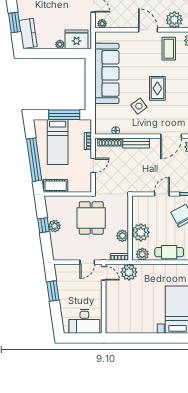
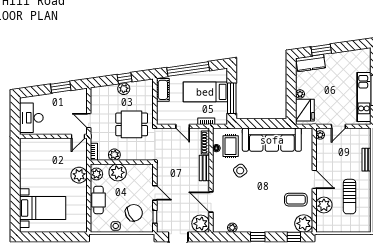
door: (148, 30) -> (314, 179), hinge flipped
rug: (157, 88) -> (231, 146), moved, turned 90
plant: (129, 272) -> (79, 175), moved

